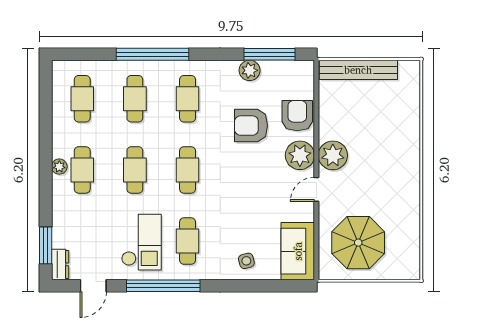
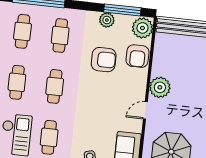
armchair: (297, 116) -> (137, 56), turned 180
armchair: (251, 126) -> (104, 60), turned 180
plant: (300, 155) -> (142, 28), moved

